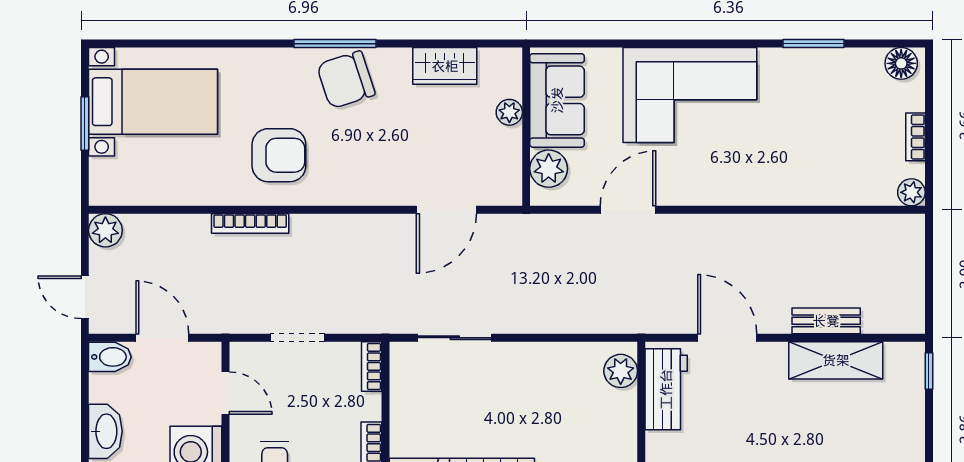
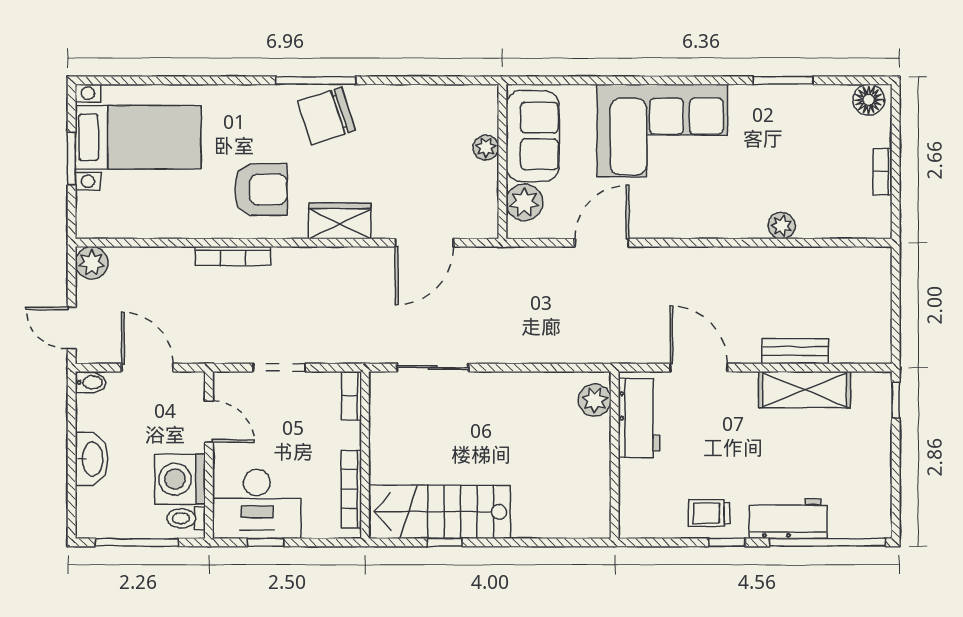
wardrobe: (445, 66) -> (340, 221), moved, turned 180
plant: (911, 192) -> (782, 226), moved
bidet: (110, 357) -> (91, 382), width x0.72, depth x0.74

